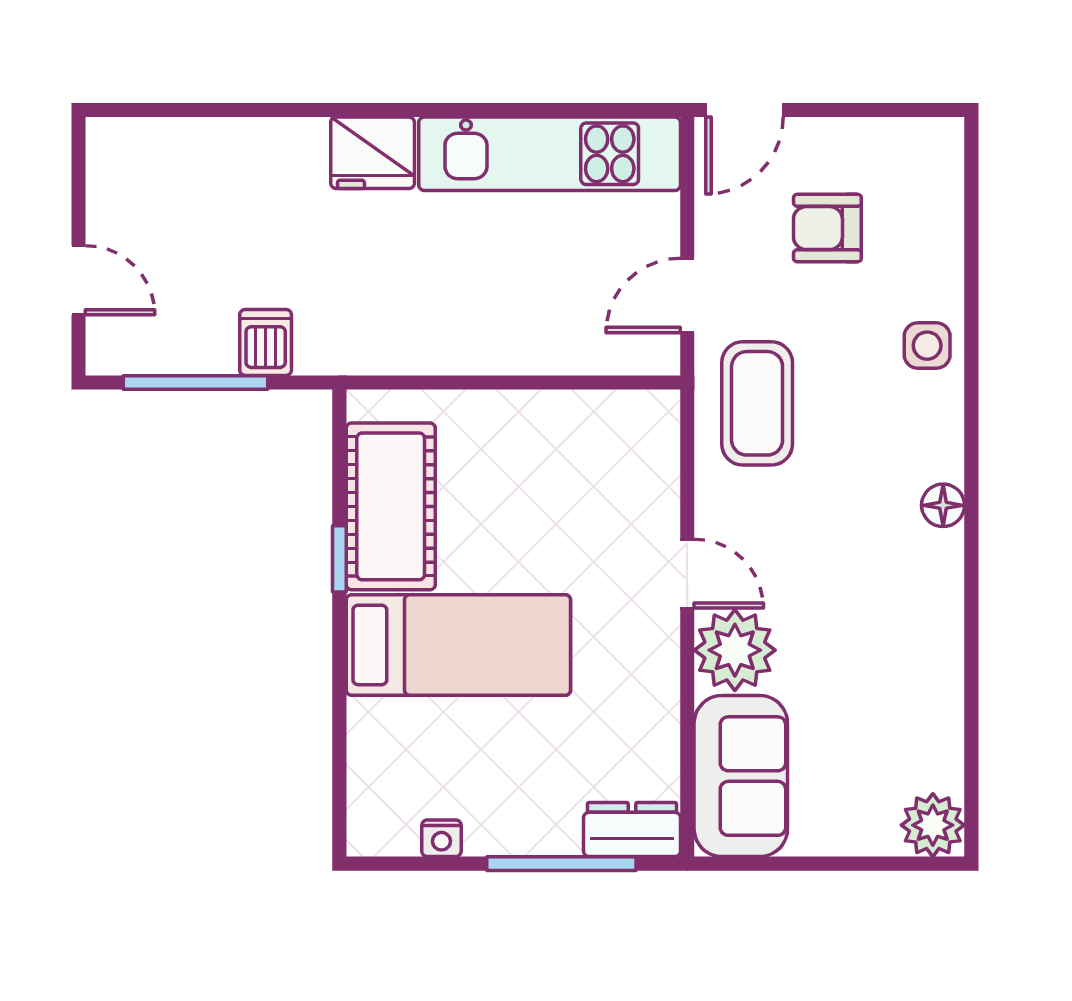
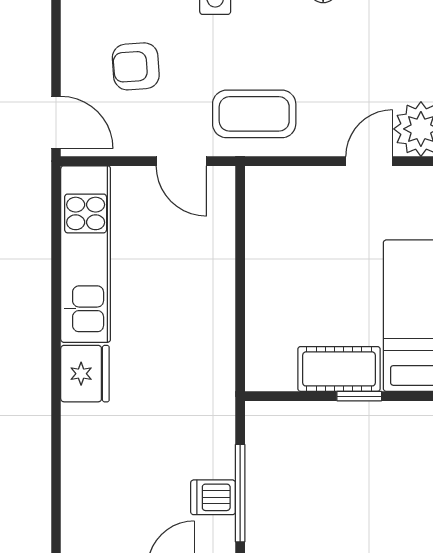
armchair: (827, 228) -> (136, 66), turned 86
dishwasher: (266, 342) -> (213, 497), moved
cot: (391, 506) -> (339, 369), width x0.73, depth x0.75

